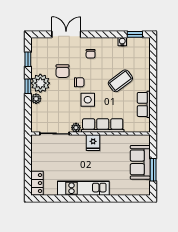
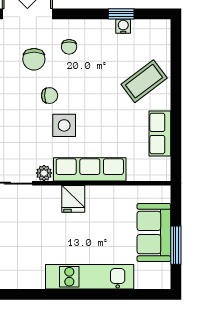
window: (135, 34) -> (121, 14), moved
chair: (63, 71) -> (34, 59), moved
coffee table: (120, 81) -> (144, 81), moved
kitchen unit: (83, 188) -> (90, 277), moved

